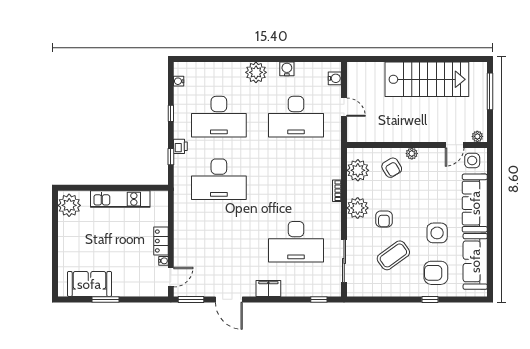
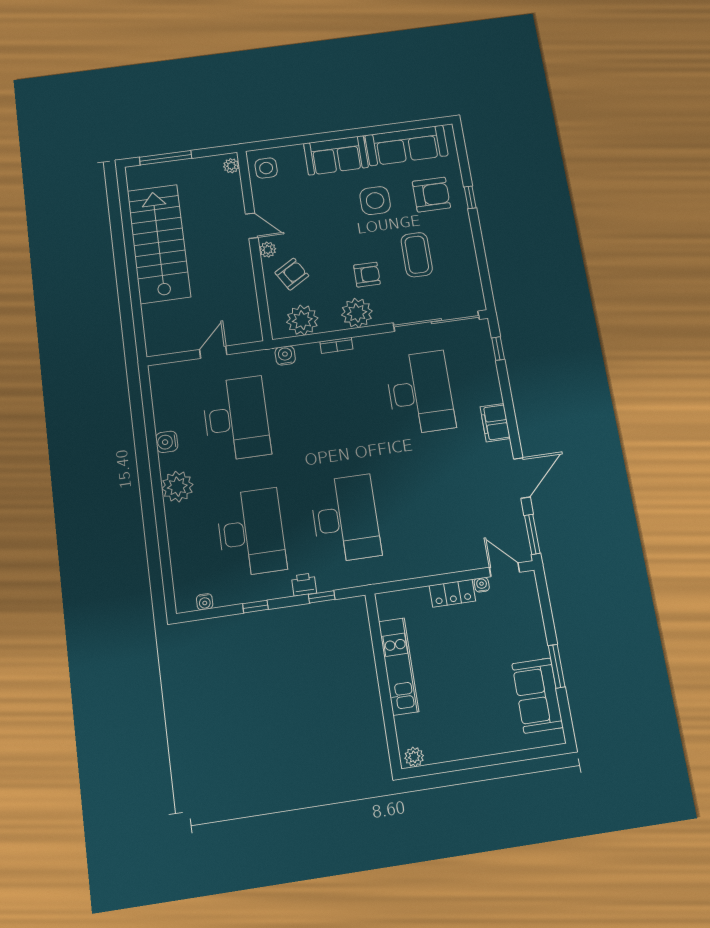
water cooler: (335, 78) -> (285, 355), moved
door: (455, 145) -> (252, 226), moved
sofa: (475, 203) -> (336, 155), width x0.73
plant: (69, 205) -> (414, 757), width x0.53, depth x0.53
coffee table: (393, 255) -> (417, 255), turned 36
sliding door: (344, 261) -> (436, 321), width x1.36
armchair: (436, 273) -> (431, 195), turned -90

